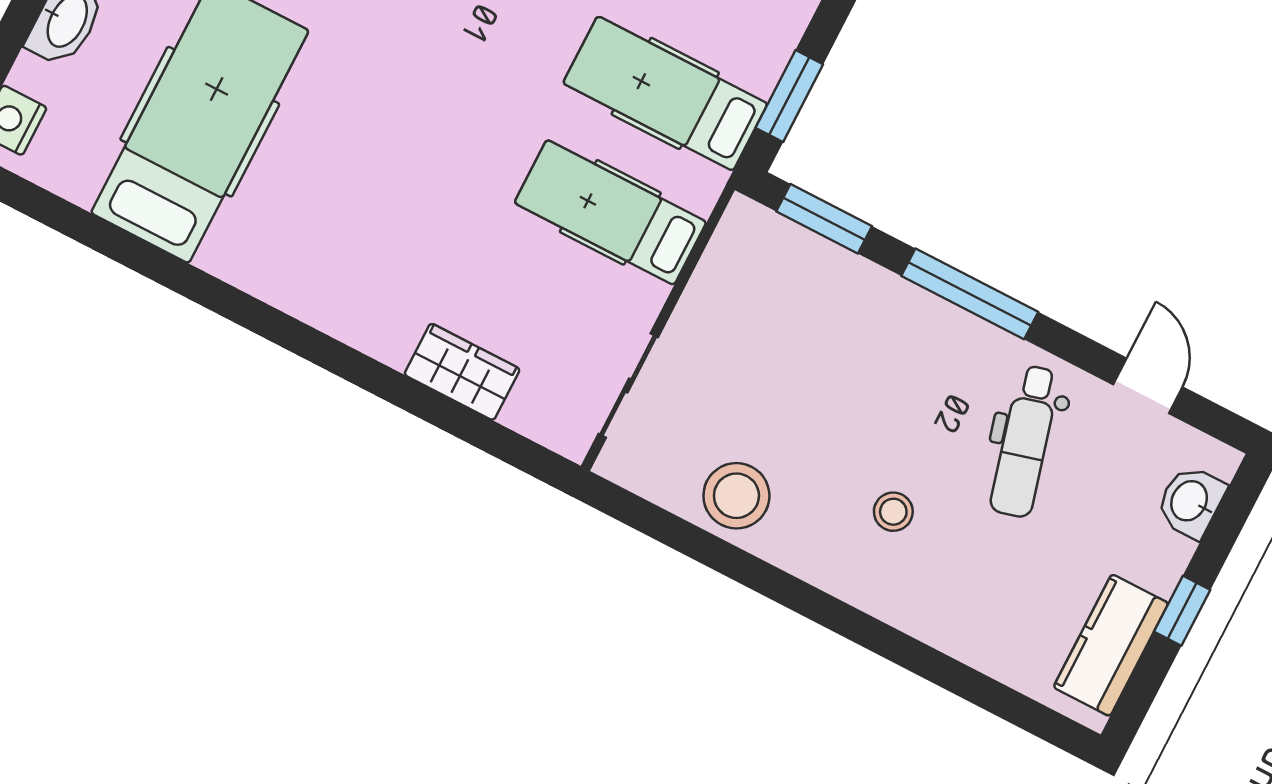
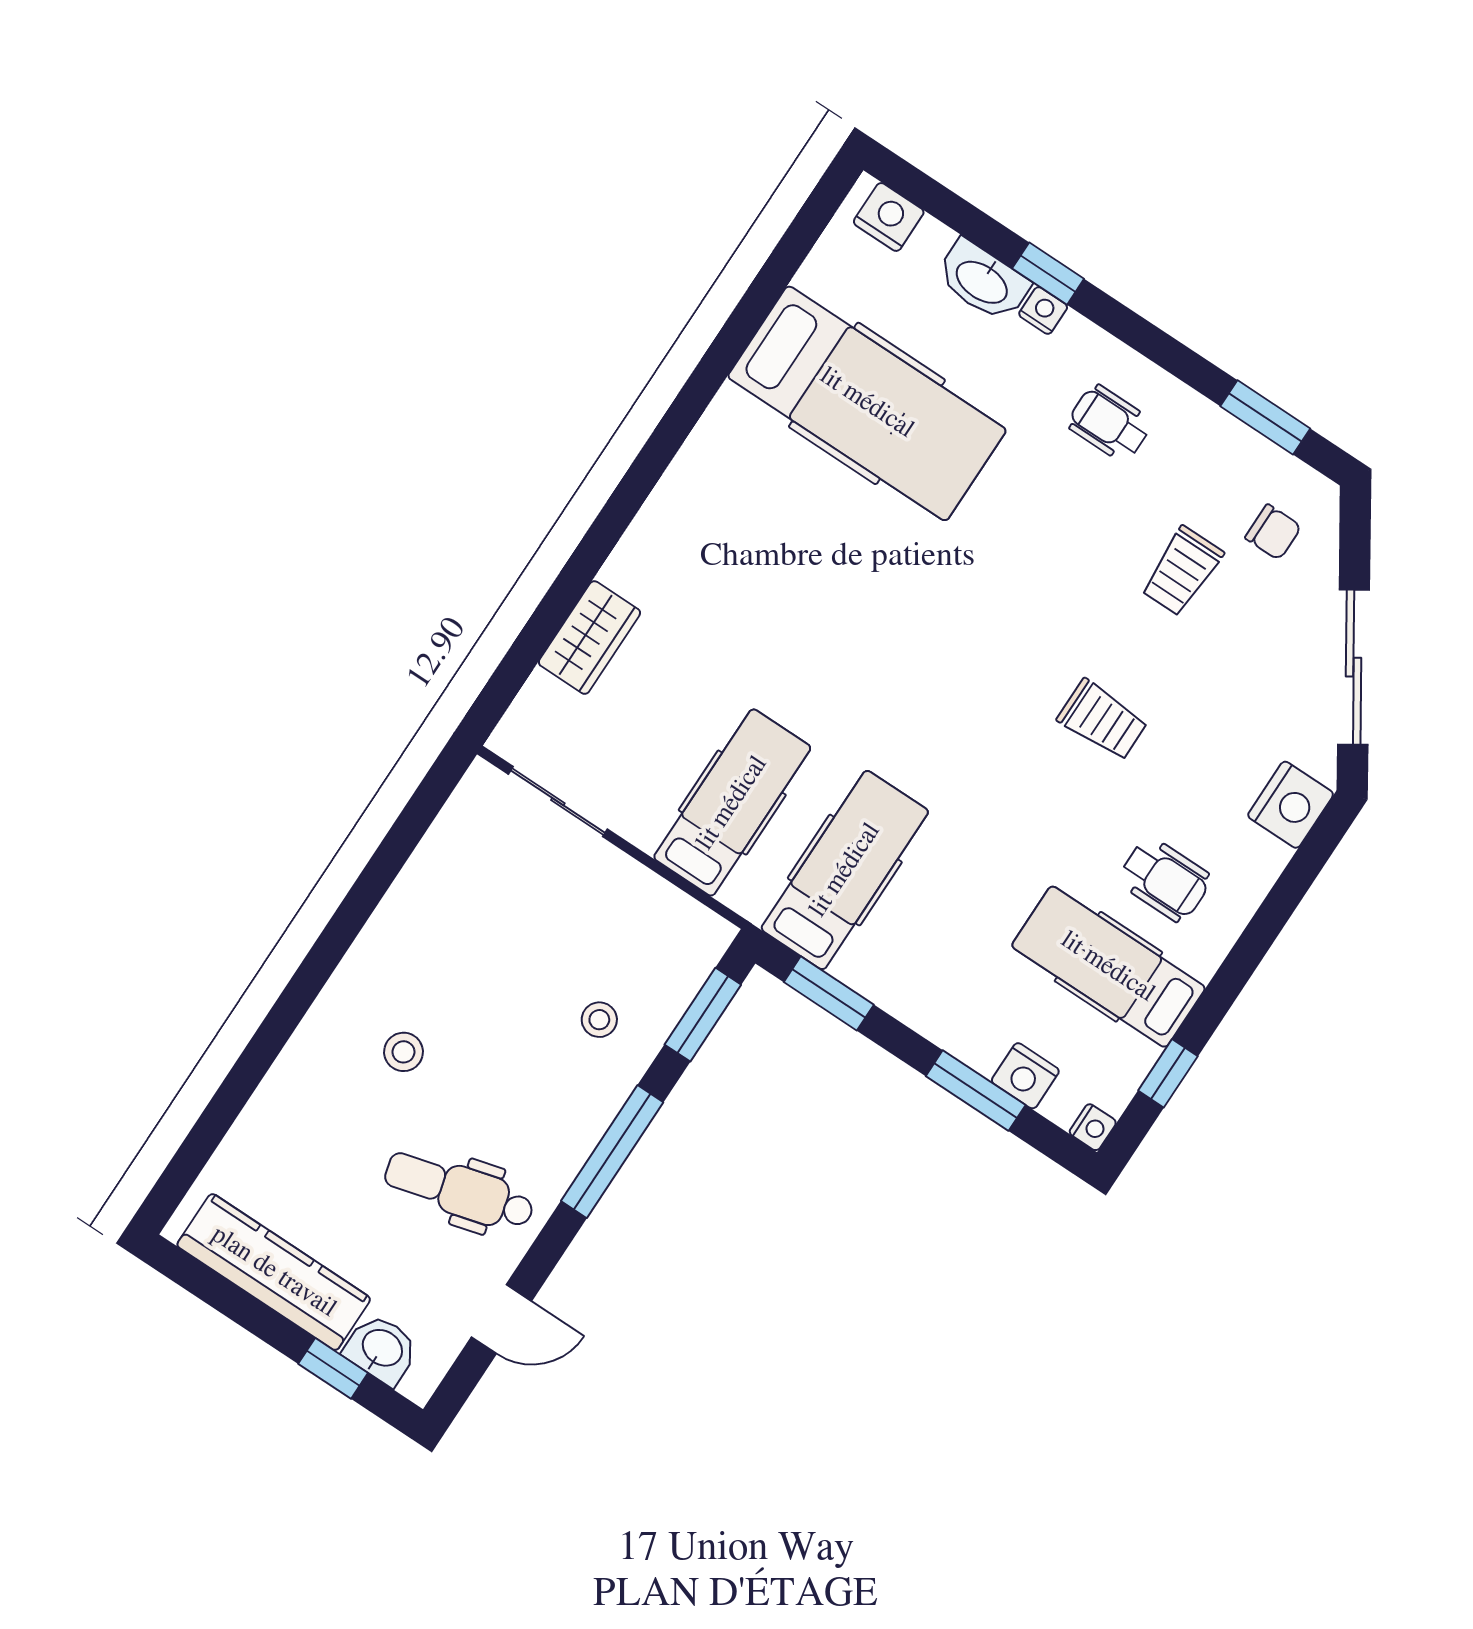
stool: (736, 496) -> (599, 1020), moved, width x0.53, depth x0.53
window: (1182, 611) -> (333, 1368), moved
kitchen counter: (1111, 645) -> (274, 1272), width x1.50

